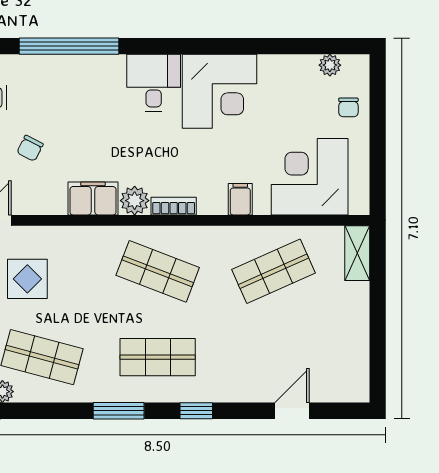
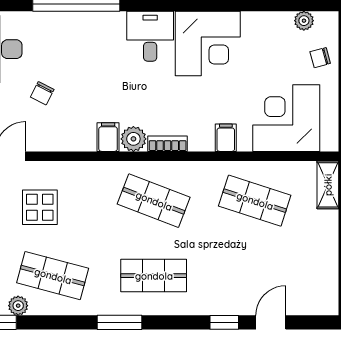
chair: (348, 107) -> (320, 58), turned 75
filing cabinet: (93, 198) -> (108, 137), width x0.50
shop shelf: (273, 271) -> (255, 201), turned 42
window: (196, 411) -> (224, 322), moved

